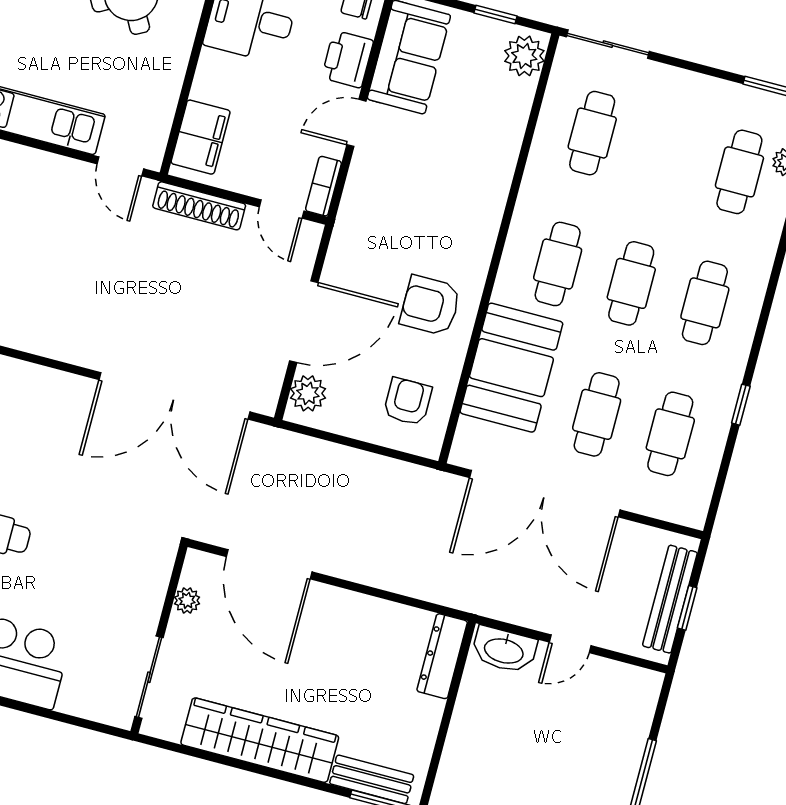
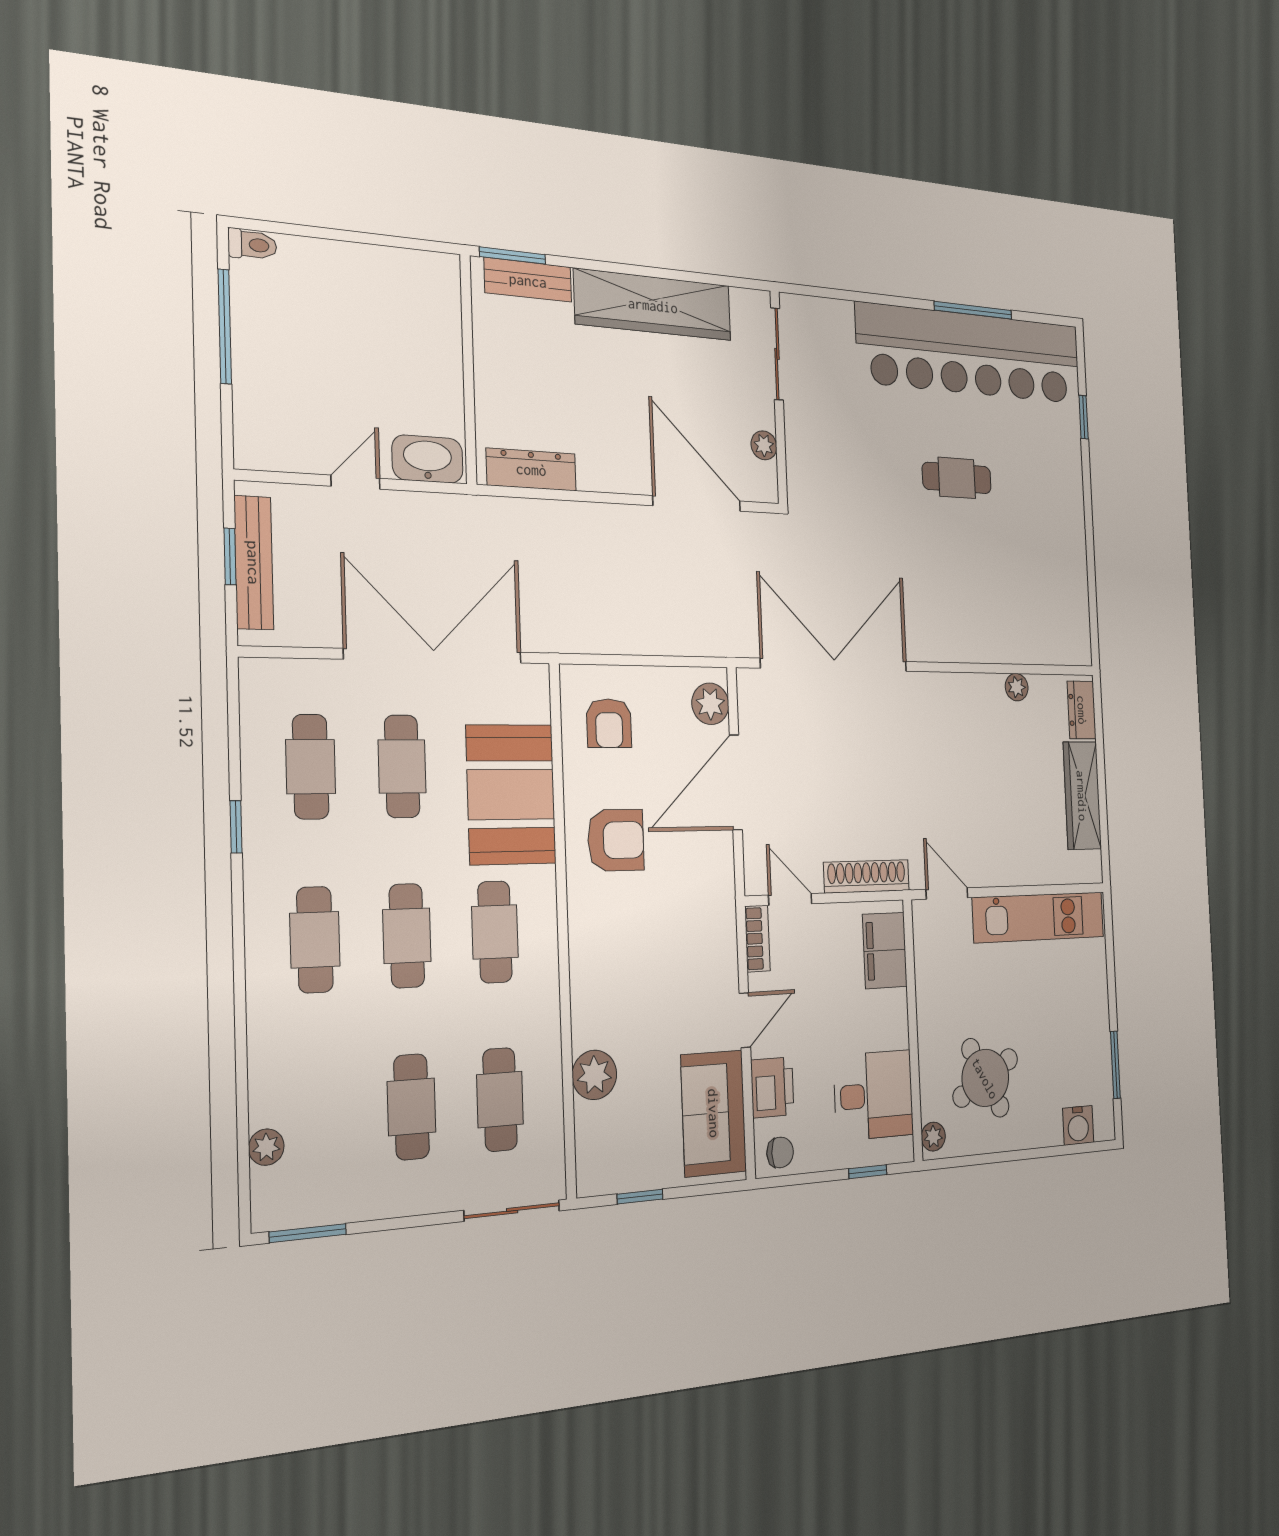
plant: (524, 56) -> (594, 1075), moved
cafe table: (739, 172) -> (412, 1107), moved
dresser: (442, 656) -> (531, 469), moved, turned -90

